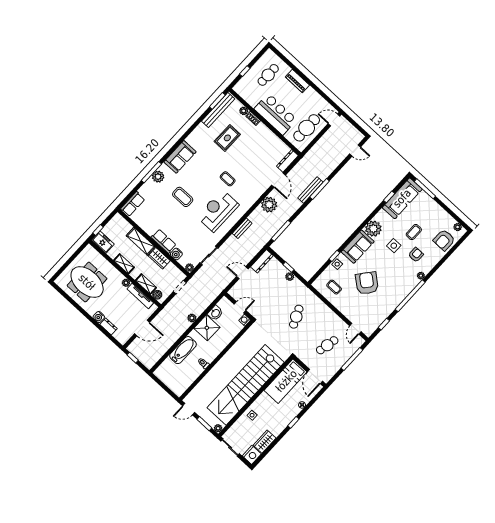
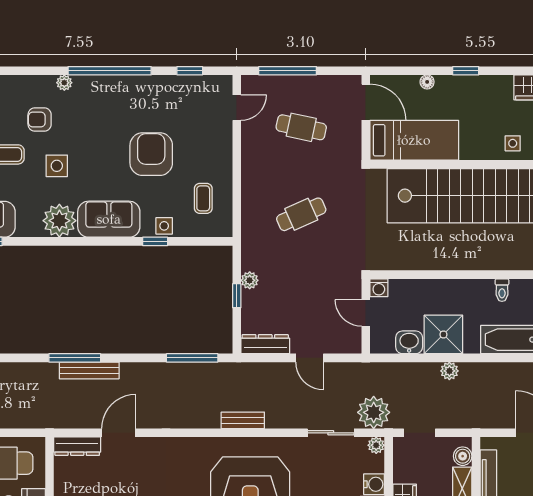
plant: (269, 205) -> (374, 412), moved
armchair: (367, 283) -> (151, 154), turned 141
door: (315, 376) -> (366, 102), hinge flipped

